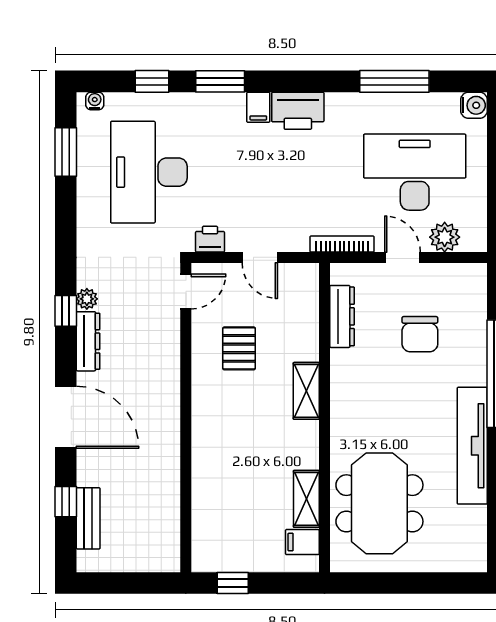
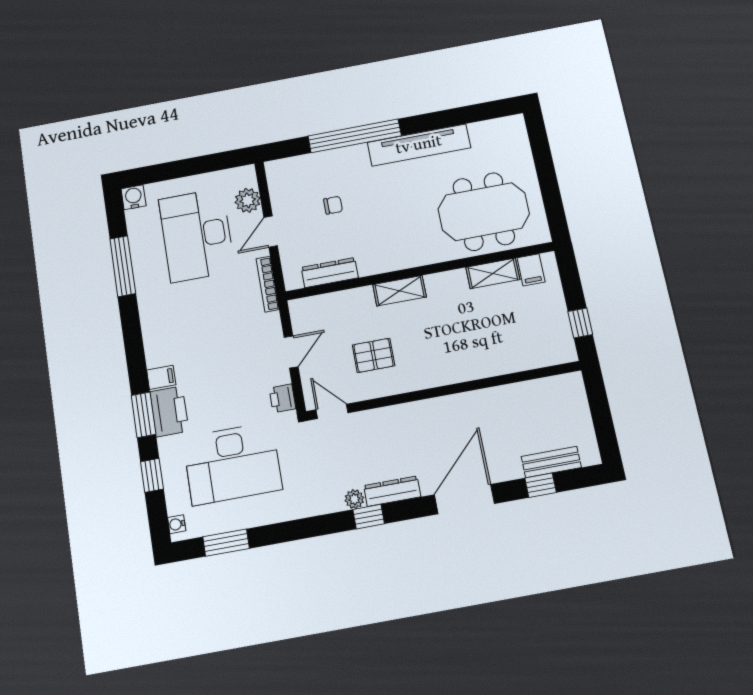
printer: (298, 111) -> (169, 411), moved
chair: (420, 334) -> (333, 205), width x0.54, depth x0.54

